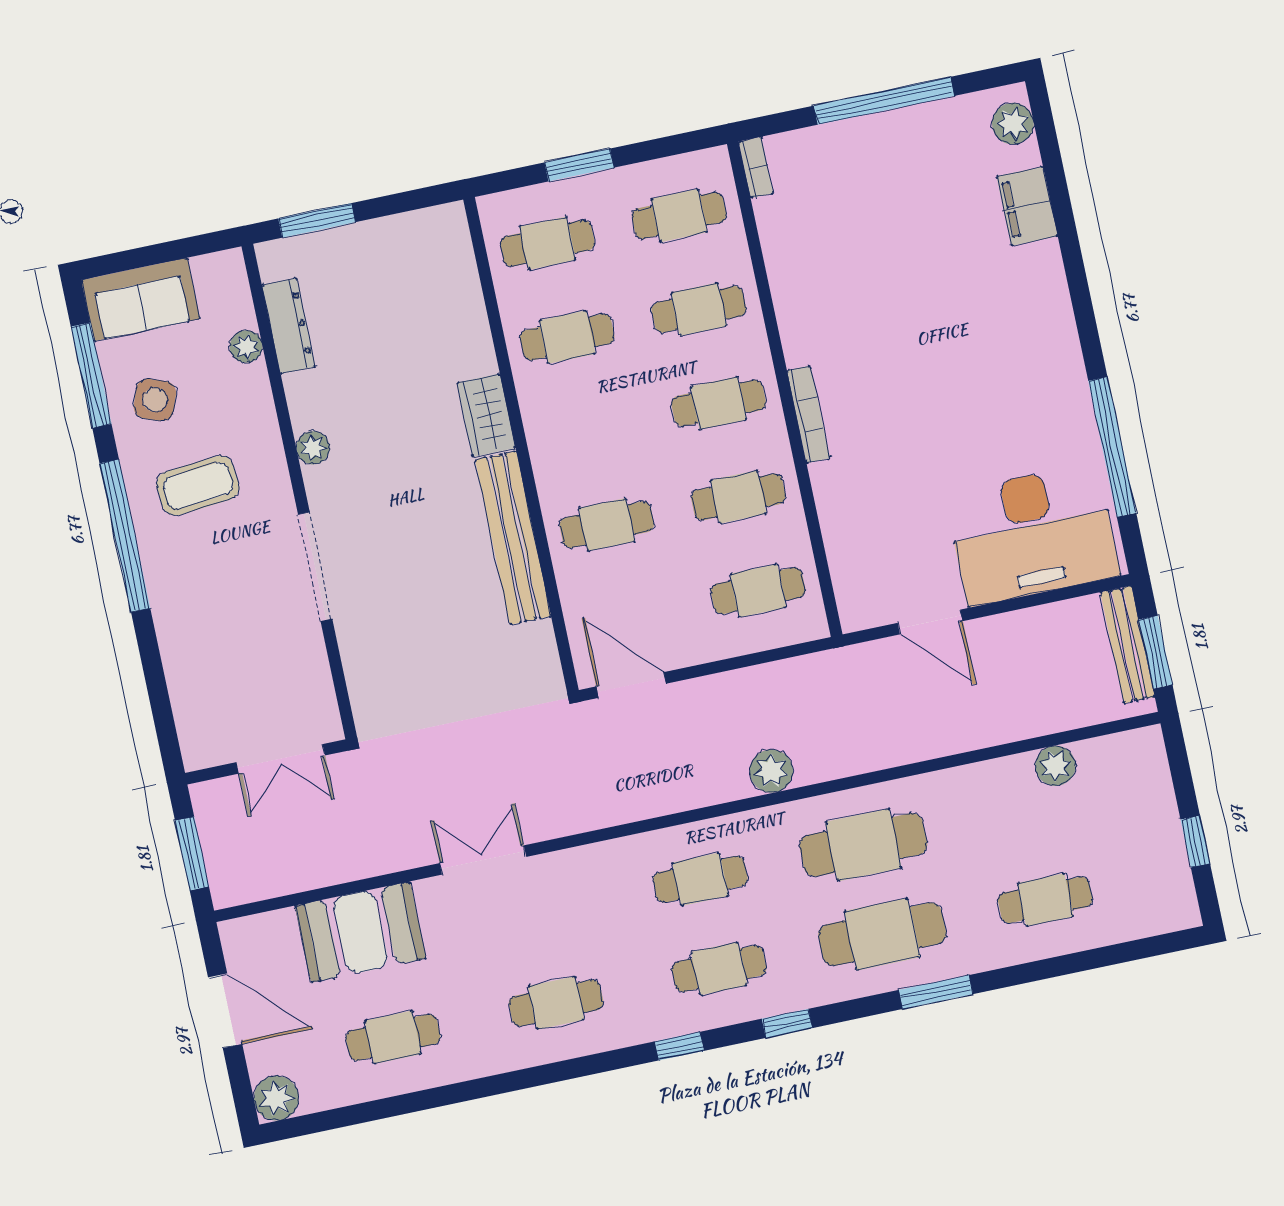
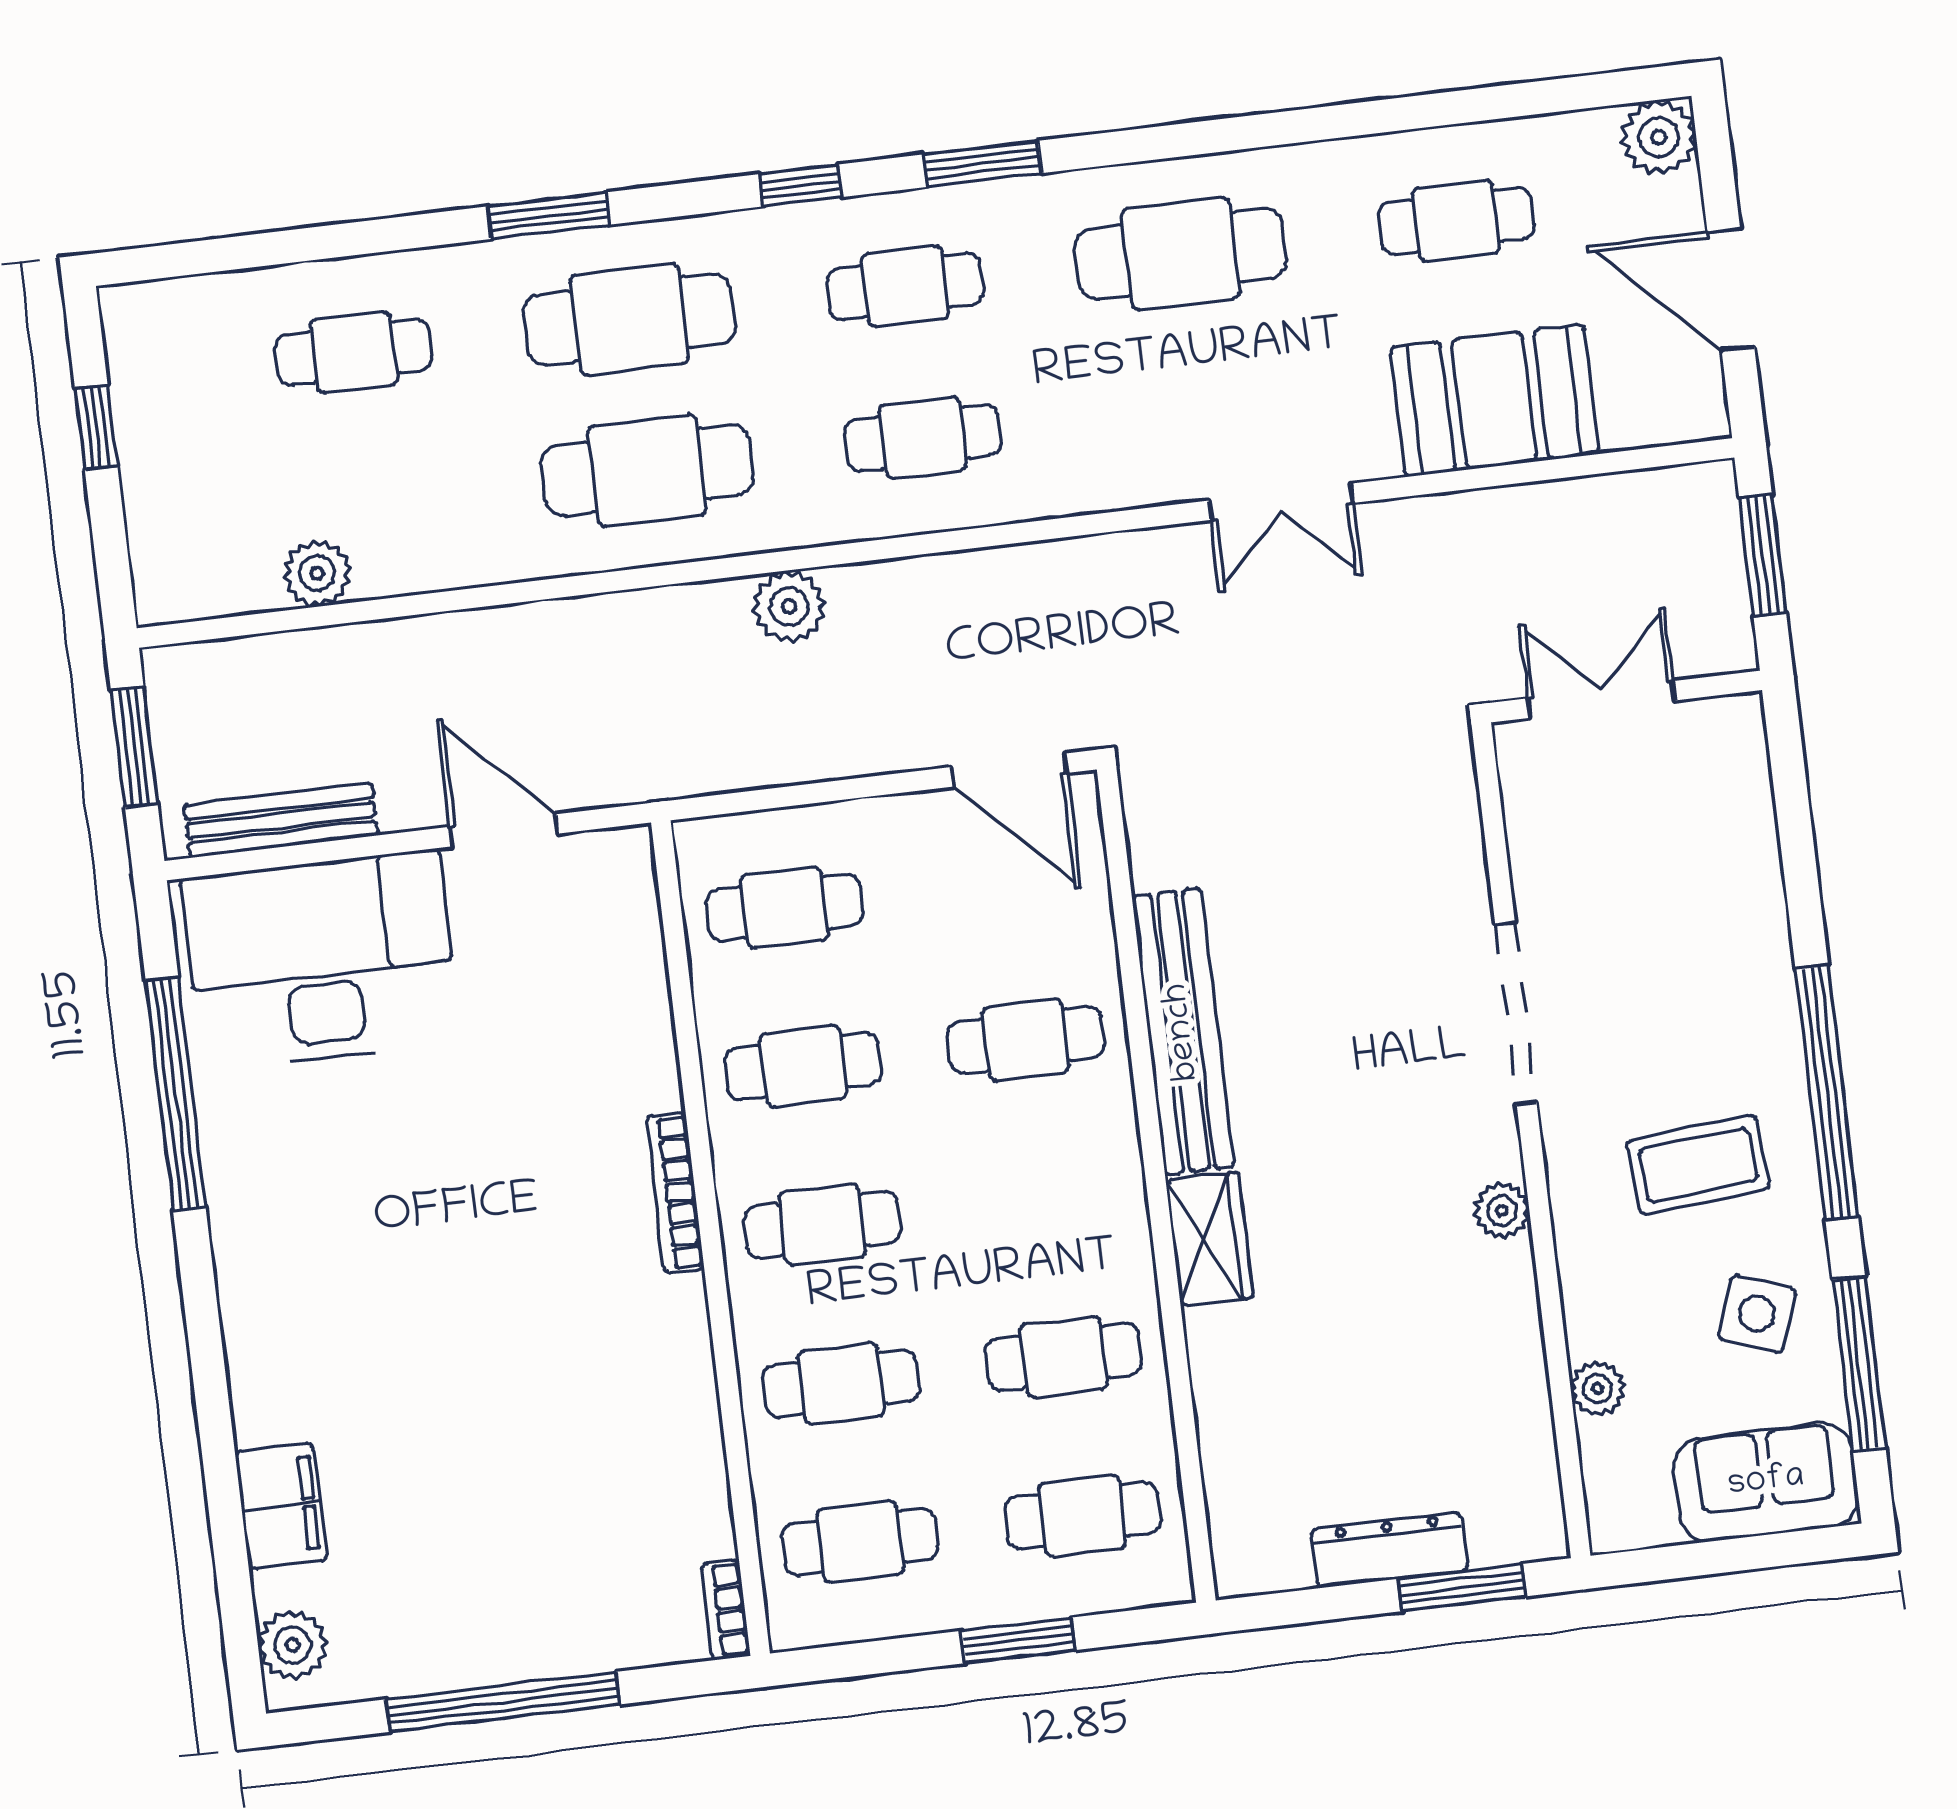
dresser: (289, 326) -> (1389, 1550), moved, turned 90
bench: (1128, 645) -> (281, 820), moved, turned 90
cafe table: (556, 1003) -> (1181, 254), width x1.37, depth x1.35
window: (679, 1046) -> (983, 164), width x1.50

